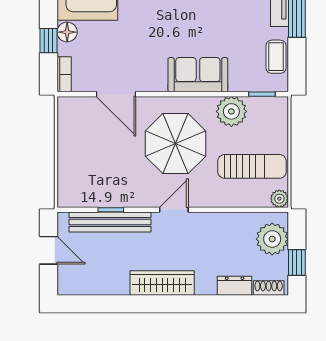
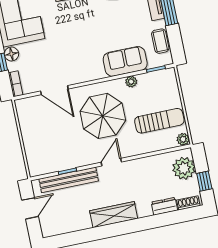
sofa: (198, 75) -> (125, 61), moved
plant: (231, 111) -> (131, 82), width x0.53, depth x0.53
door: (49, 250) -> (30, 208), hinge flipped

